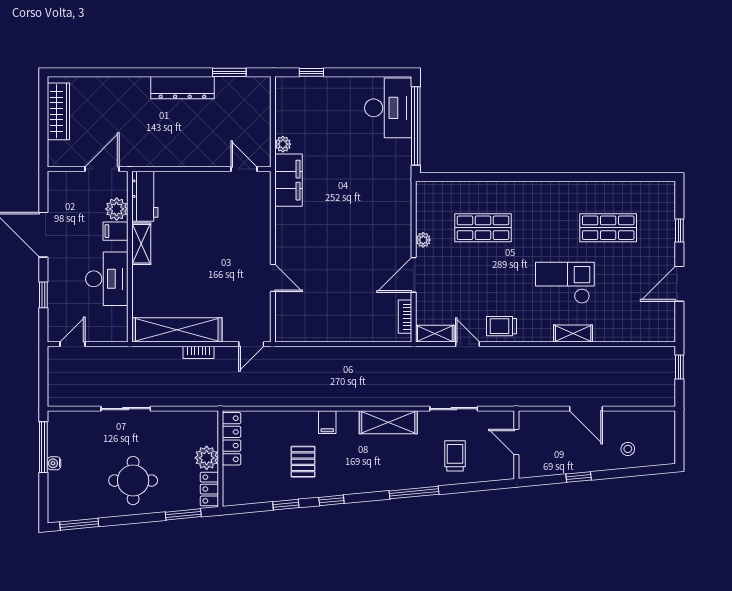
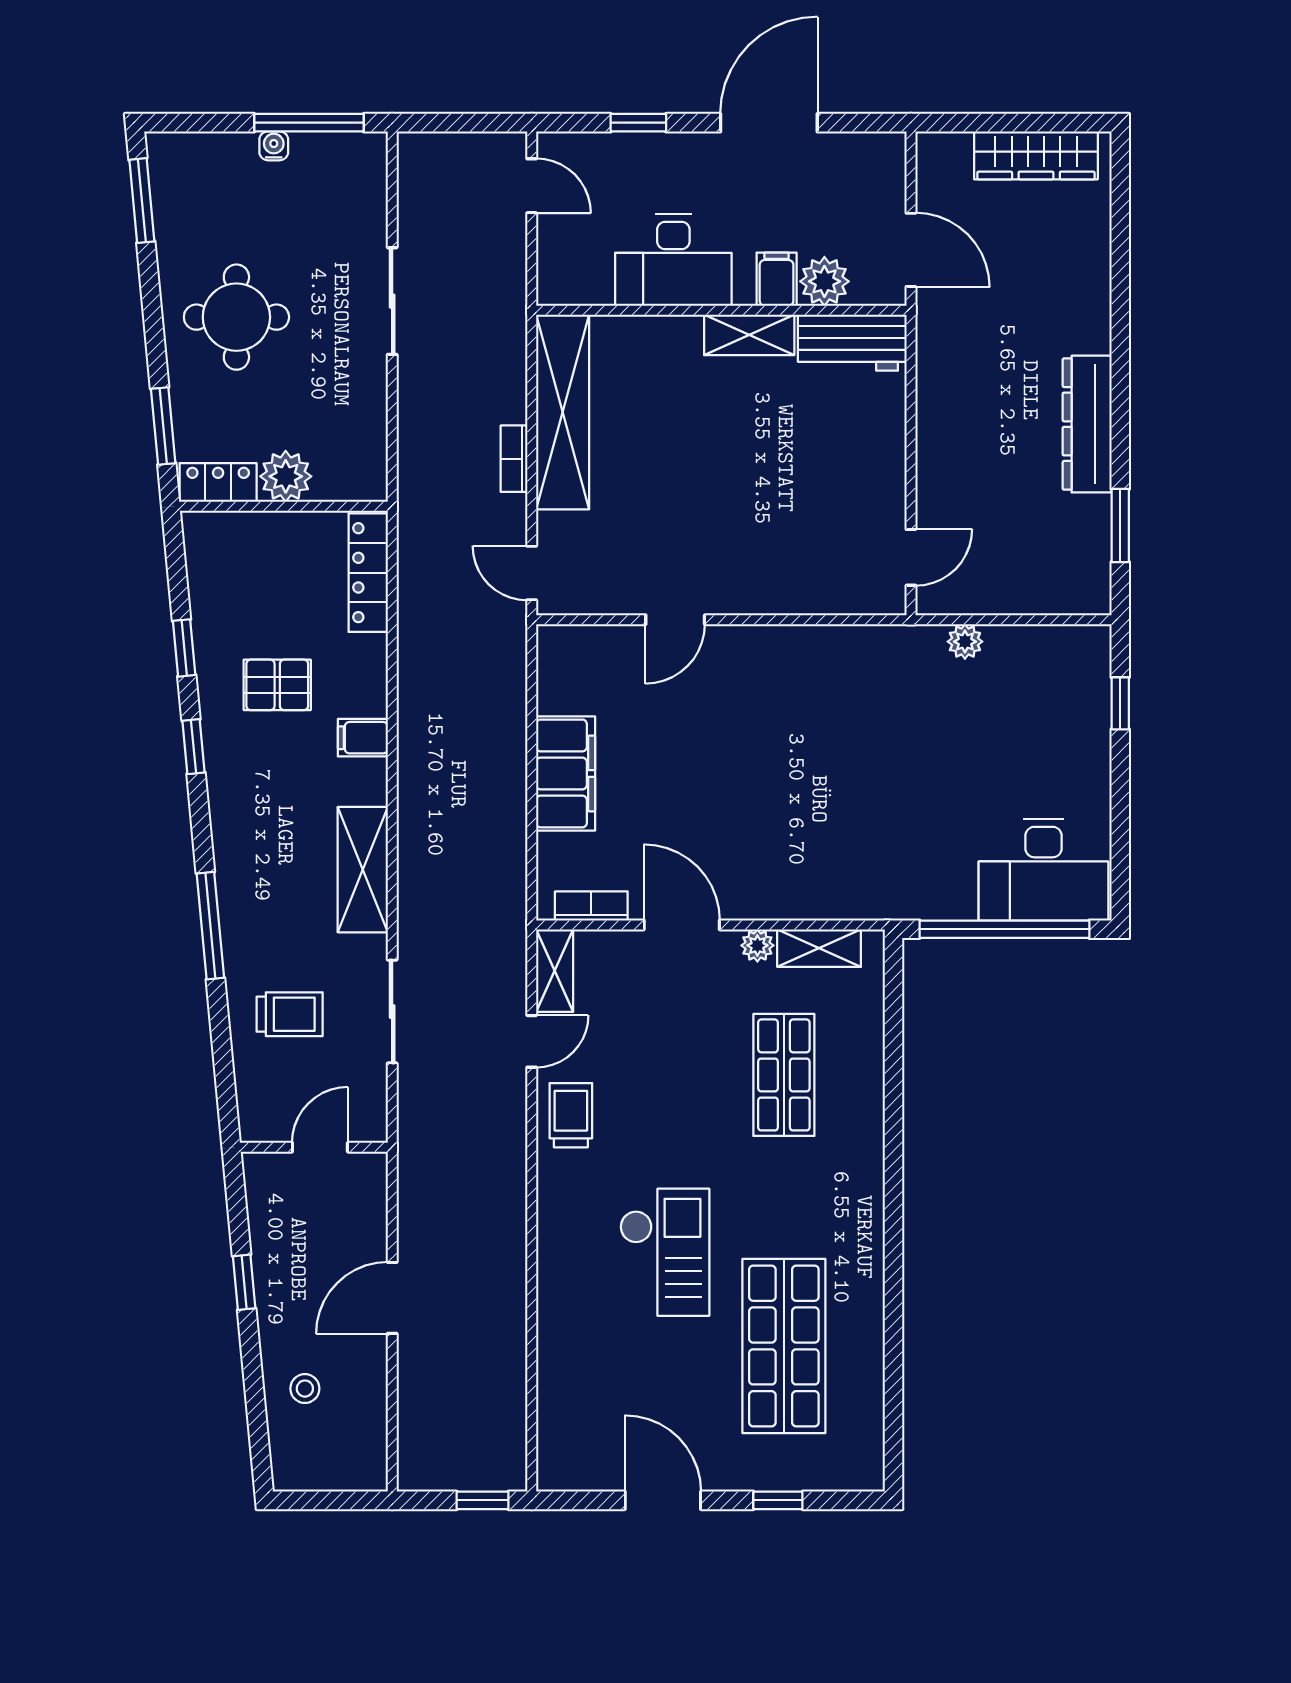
filing cabinet: (288, 180) -> (566, 773), moved, turned -90
shop shelf: (608, 228) -> (784, 1346), width x1.43, depth x1.36
shelving: (573, 333) -> (819, 948), moved, turned 90
locker: (232, 439) -> (368, 573), moved, turned 90

